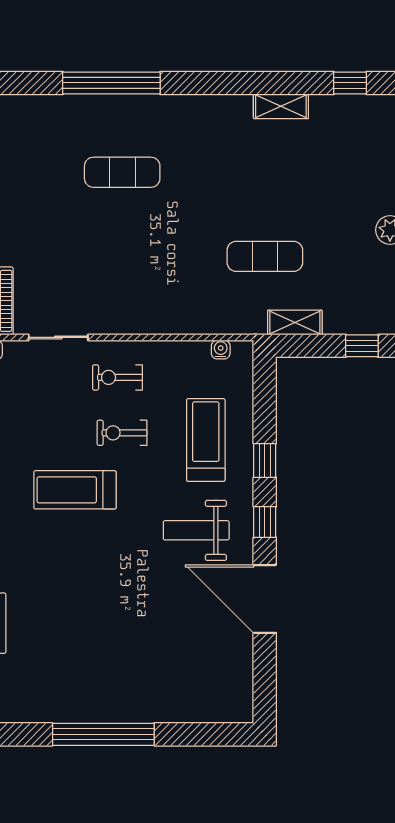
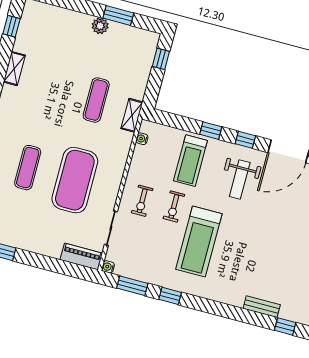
exercise mat: (122, 256) -> (75, 180), added
shelving: (295, 322) -> (132, 115), moved
treadmill: (206, 440) -> (190, 161), turned -90
treadmill: (75, 490) -> (199, 242), width x1.37, depth x1.38

